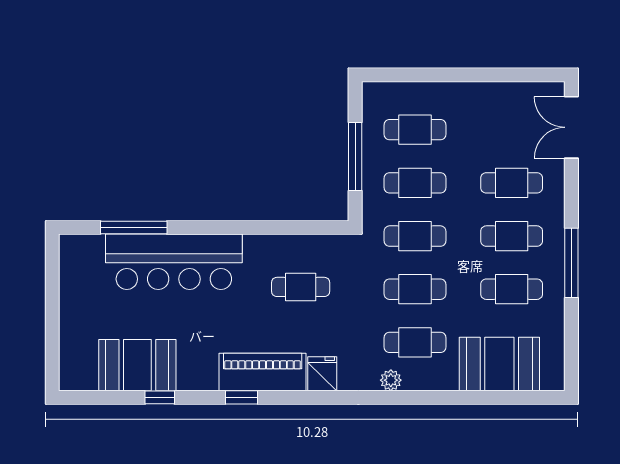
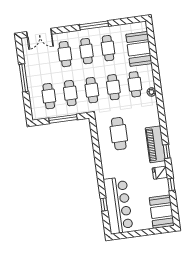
window: (468, 75) -> (24, 78), added
window: (134, 227) -> (104, 204), width x0.46
bar counter: (174, 262) -> (118, 205), moved
cafe table: (301, 287) -> (119, 134), width x1.37, depth x1.35
booth: (137, 365) -> (162, 212), moved
fridge: (322, 374) -> (160, 173), moved

